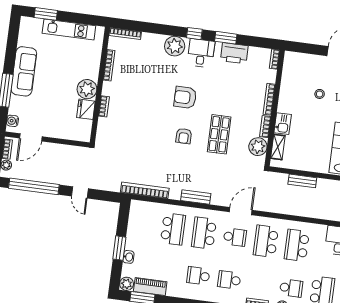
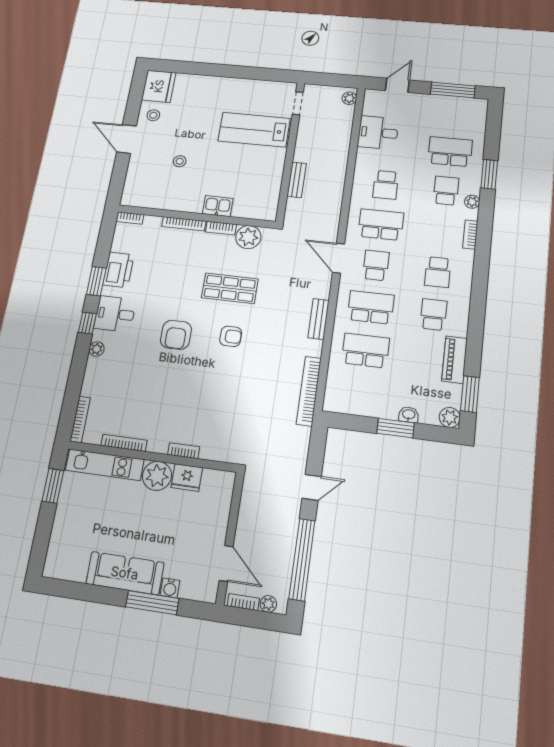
window: (46, 14) -> (53, 486), moved
kitchen unit: (69, 30) -> (105, 465), moved, turned 90
plant: (175, 46) -> (97, 349), width x0.53, depth x0.53
water cooler: (13, 121) -> (170, 588), moved
shelving: (278, 147) -> (249, 212), removed
school desk: (204, 233) -> (371, 307), turned 180
school desk: (266, 241) -> (381, 225), turned 180
school desk: (297, 245) -> (386, 185), width x0.54
school desk: (198, 276) -> (433, 315), turned 180
piano: (150, 287) -> (455, 360), moved

